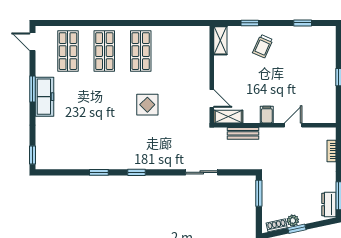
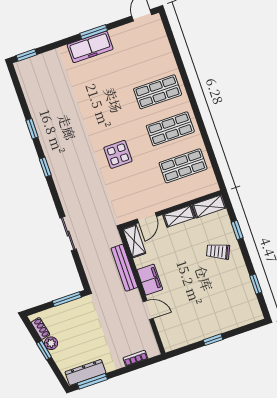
shop shelf: (68, 51) -> (183, 166), moved
shelving: (220, 70) -> (179, 216), added
filing cabinet: (267, 115) -> (150, 280), width x2.00
bench: (243, 133) -> (124, 268), width x1.36
dresser: (329, 205) -> (85, 372), width x1.44

